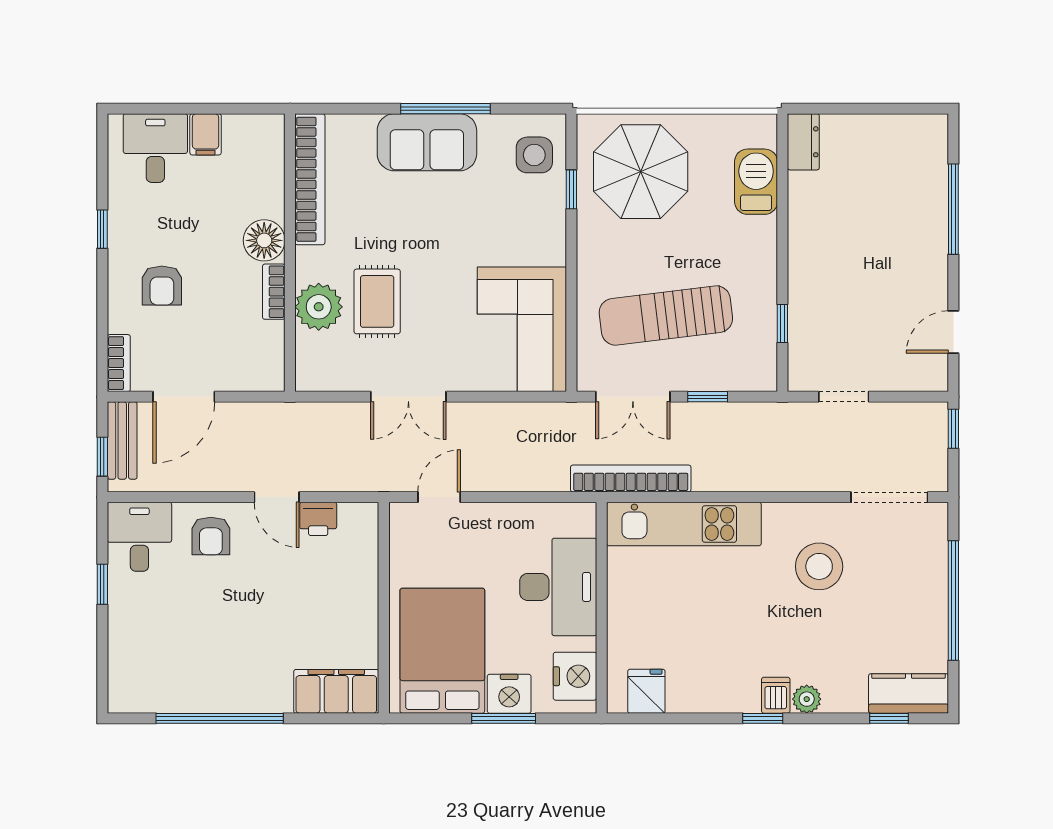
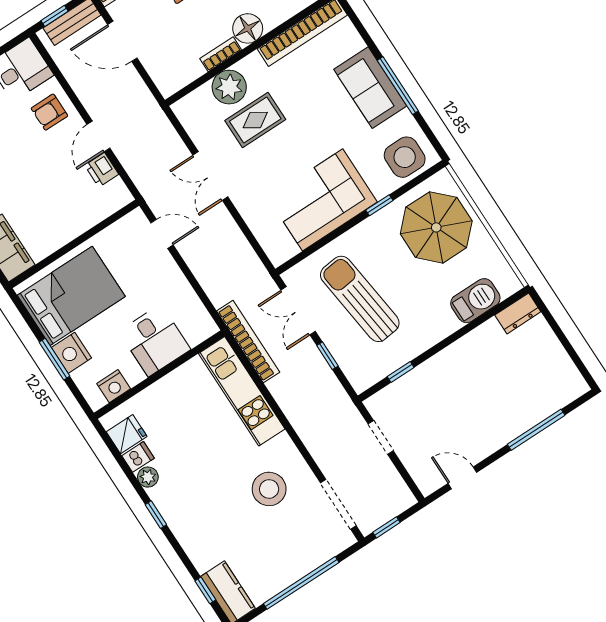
side table: (534, 155) -> (405, 157), width x1.37, depth x1.37
window: (571, 189) -> (379, 205), moved
corner sofa: (522, 329) -> (323, 200), moved
window: (953, 429) -> (386, 527), moved
desk: (558, 587) -> (155, 340), width x0.73
nightstand: (575, 676) -> (114, 386), width x0.74, depth x0.75
dishwasher: (776, 695) -> (138, 457), moved
plant: (807, 699) -> (148, 477), moved

